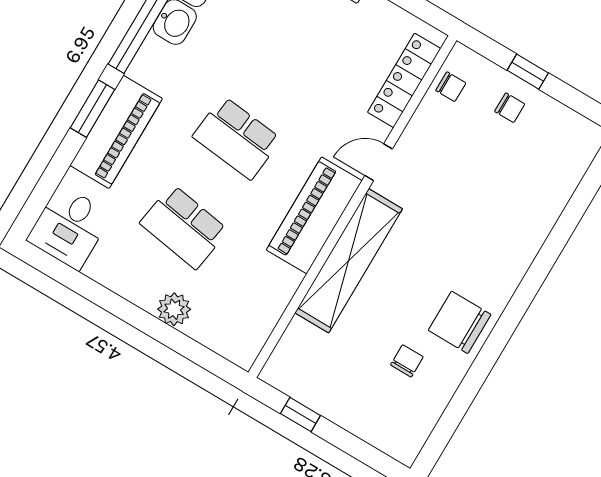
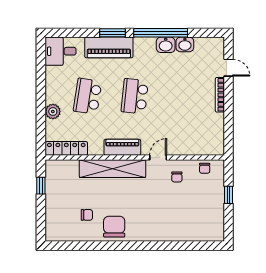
locker: (404, 80) -> (66, 148), moved
chair: (510, 108) -> (177, 177), moved
door: (379, 162) -> (158, 158), hinge flipped
piano: (314, 215) -> (122, 147), width x0.73, depth x0.75

